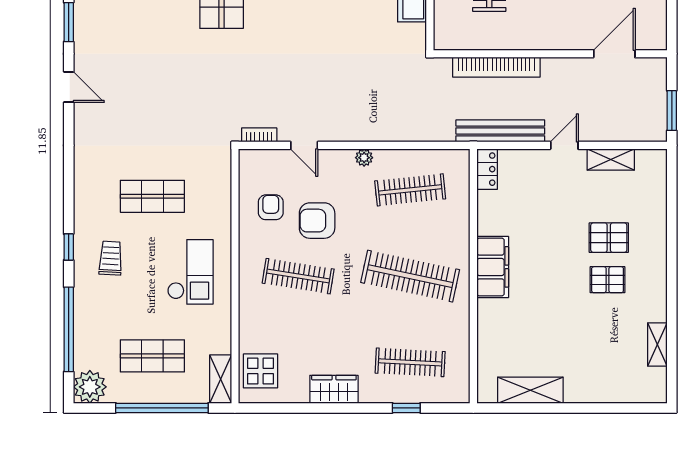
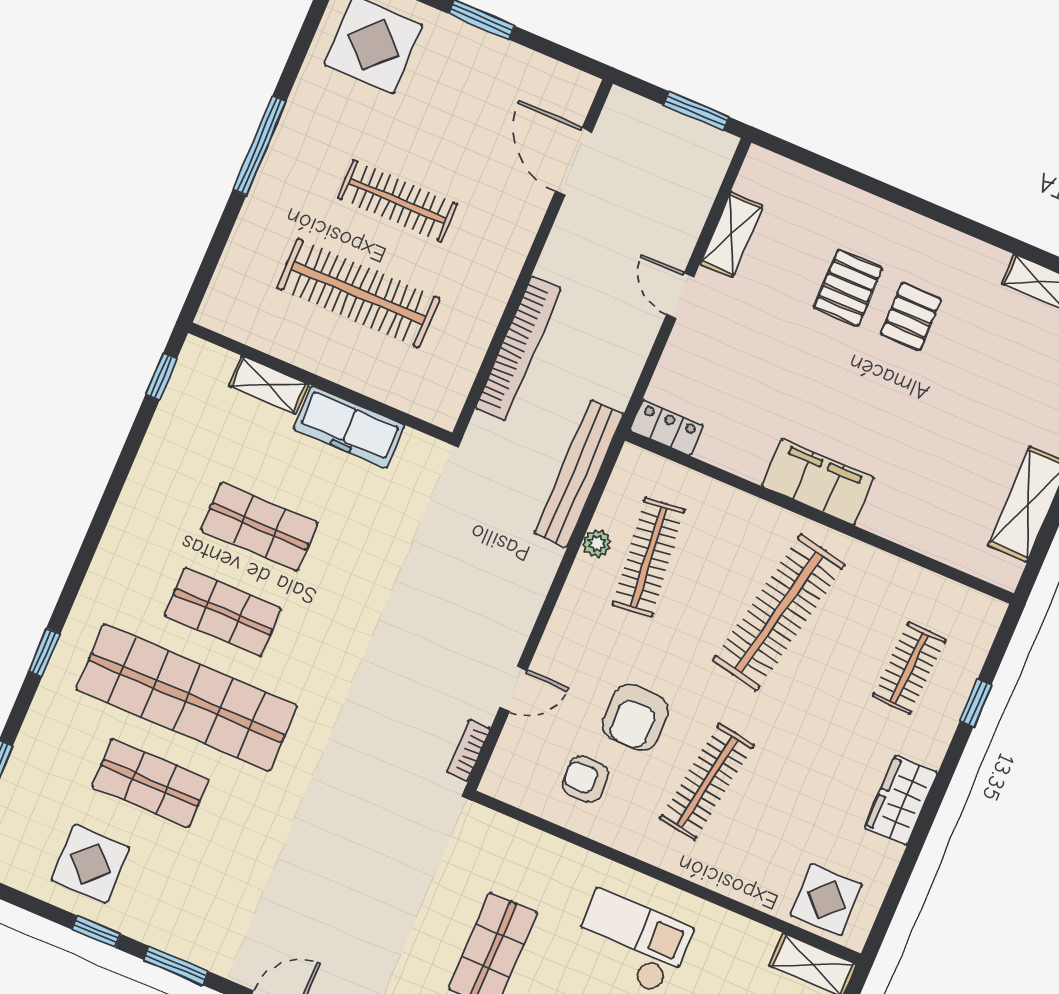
bench: (500, 131) -> (579, 474), moved
plant: (364, 158) -> (597, 543), moved
clothes rail: (410, 362) -> (909, 668), width x0.73

